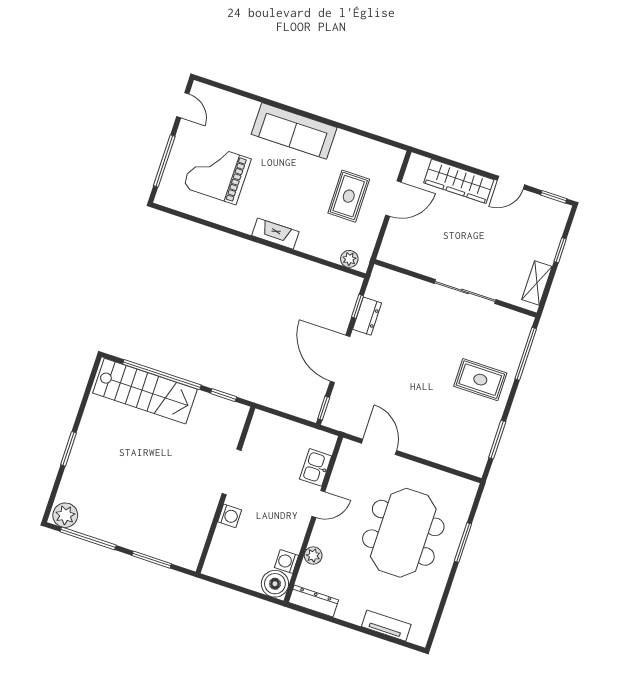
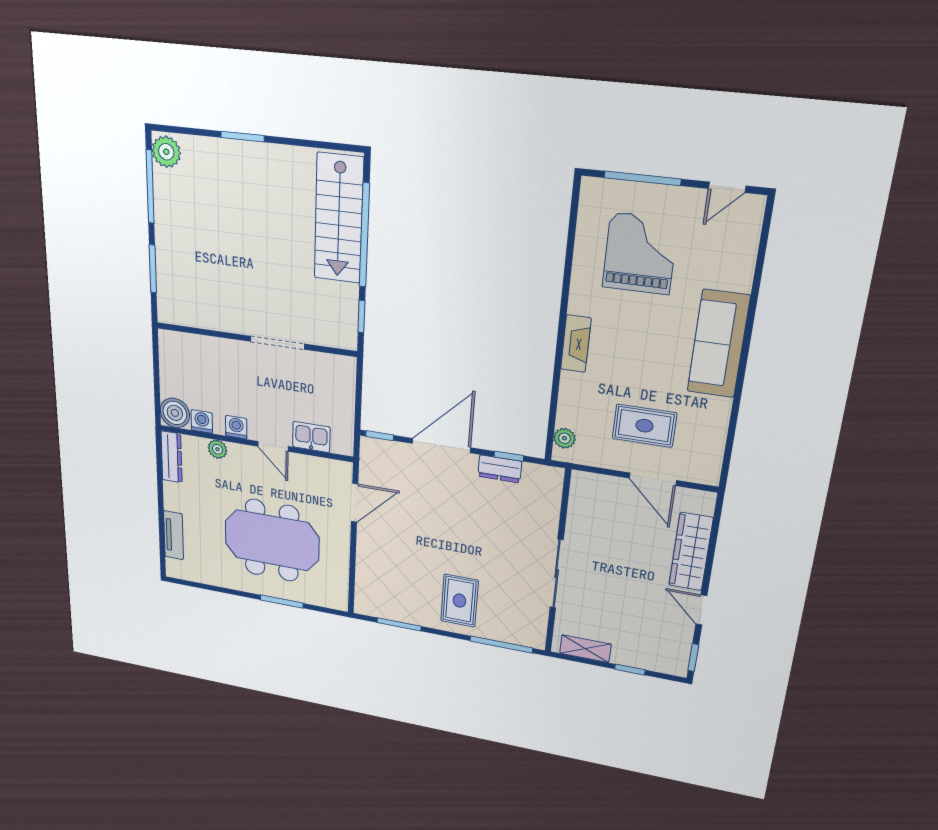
washing machine: (230, 516) -> (236, 427), moved, turned 180

